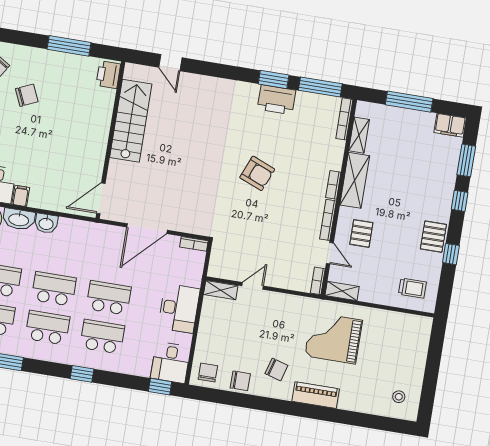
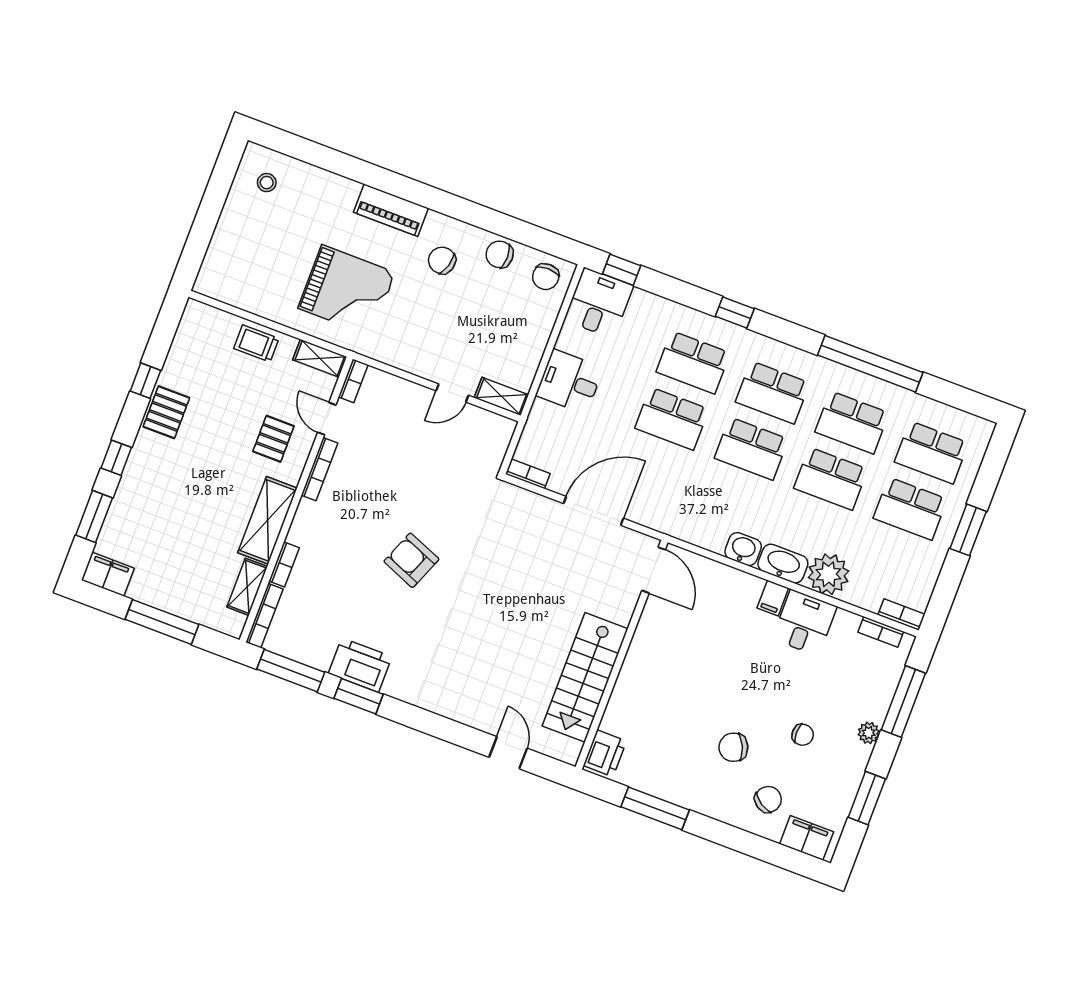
bookcase: (333, 185) -> (284, 564), moved
door: (101, 198) -> (654, 570), hinge flipped
trolley: (412, 288) -> (256, 343), moved
desk: (179, 308) -> (570, 382), width x0.73

